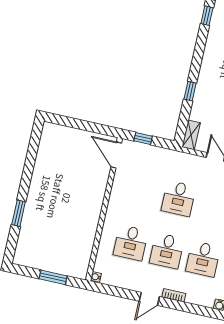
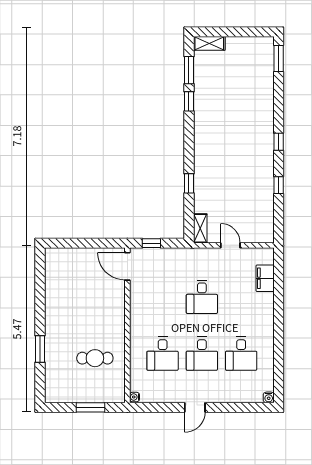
cafe table: (67, 233) -> (95, 358), added
bookcase: (174, 295) -> (219, 398), removed

